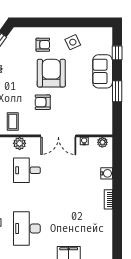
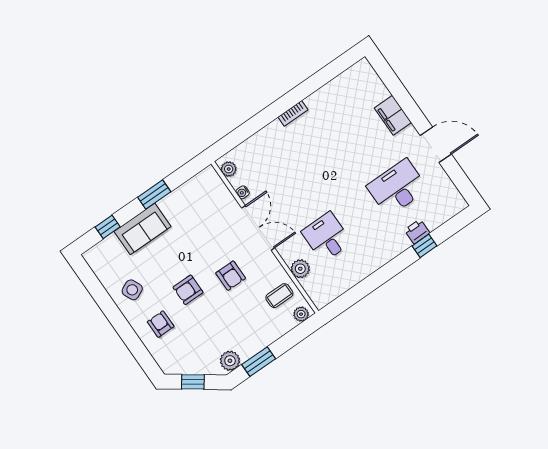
armchair: (51, 73) -> (188, 290), width x0.53, depth x0.53
desk: (27, 170) -> (327, 237), turned 180
water cooler: (107, 173) -> (263, 138), removed
desk: (27, 228) -> (397, 188), turned 180

